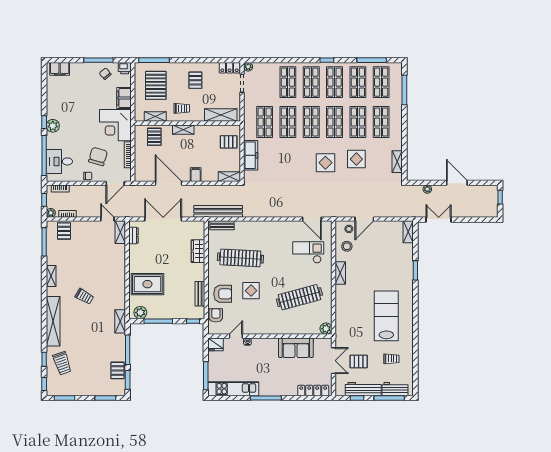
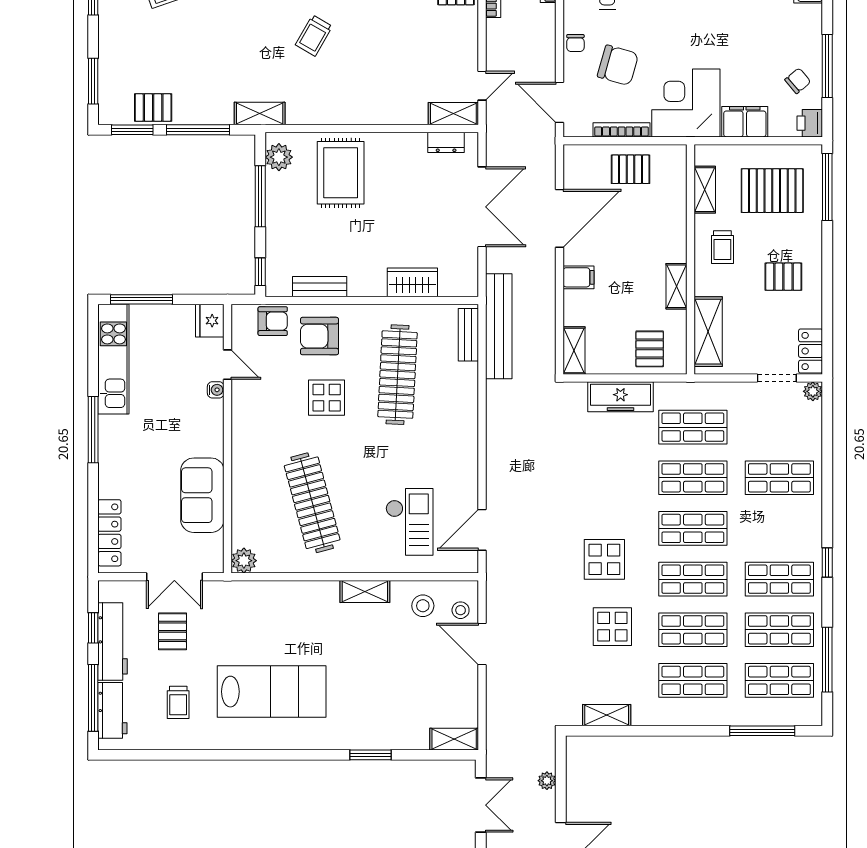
shop shelf: (311, 82) -> (779, 528), removed
shelving: (183, 130) -> (676, 286), moved
pallet: (154, 137) -> (631, 169), moved
armchair: (223, 294) -> (320, 336), turned 90

